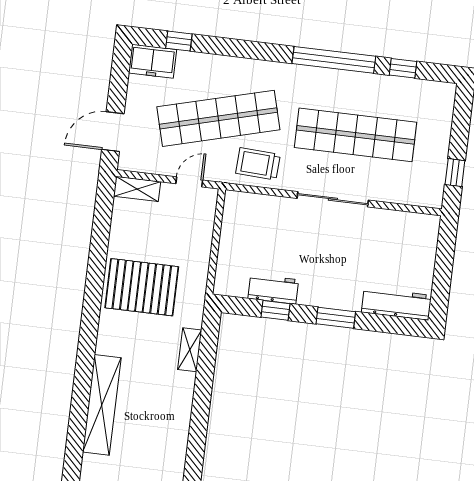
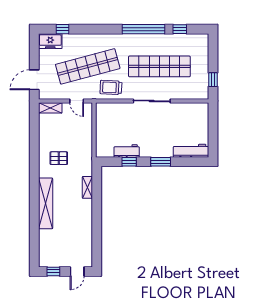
door: (189, 182) -> (77, 101), swing flipped
pallet: (142, 287) -> (59, 158), width x0.49, depth x0.50
shelving: (102, 405) -> (46, 203), moved

